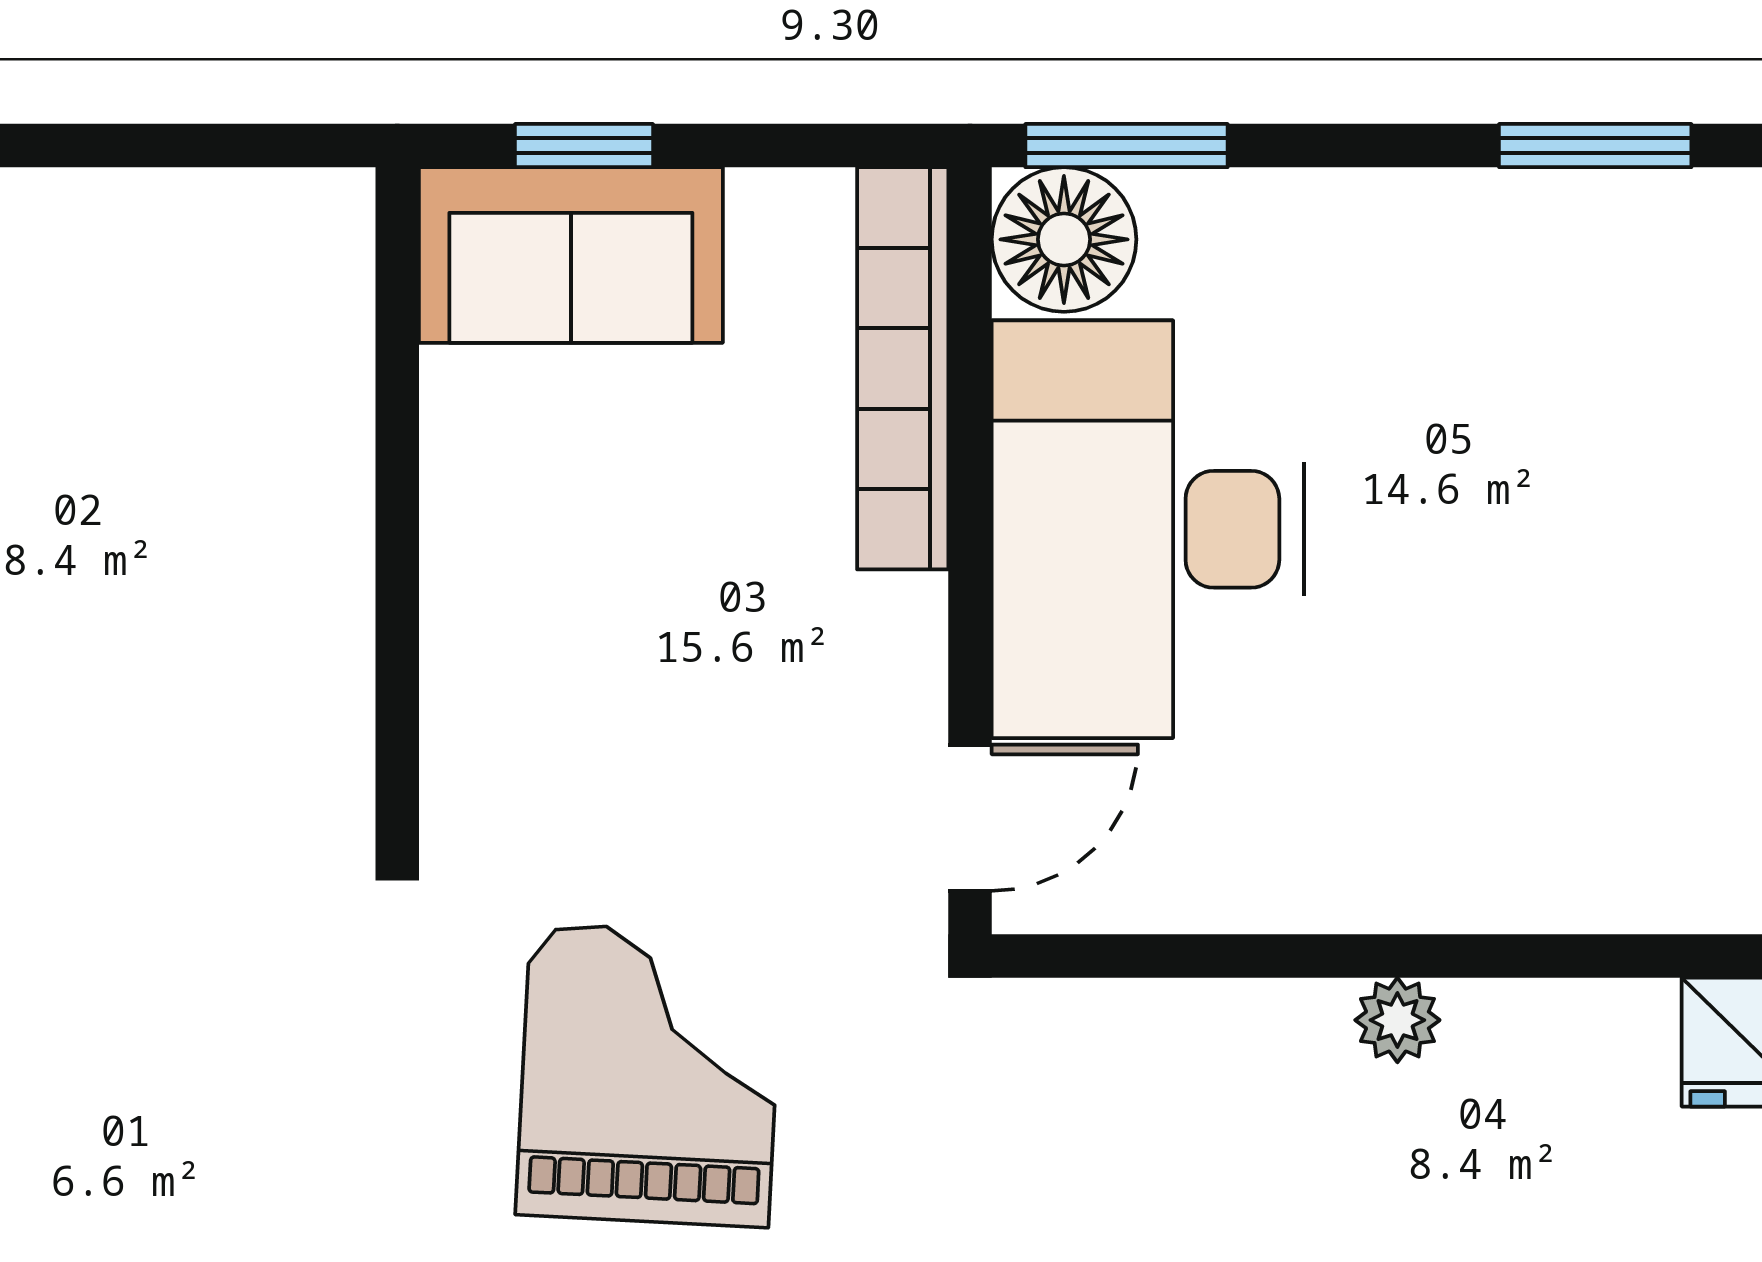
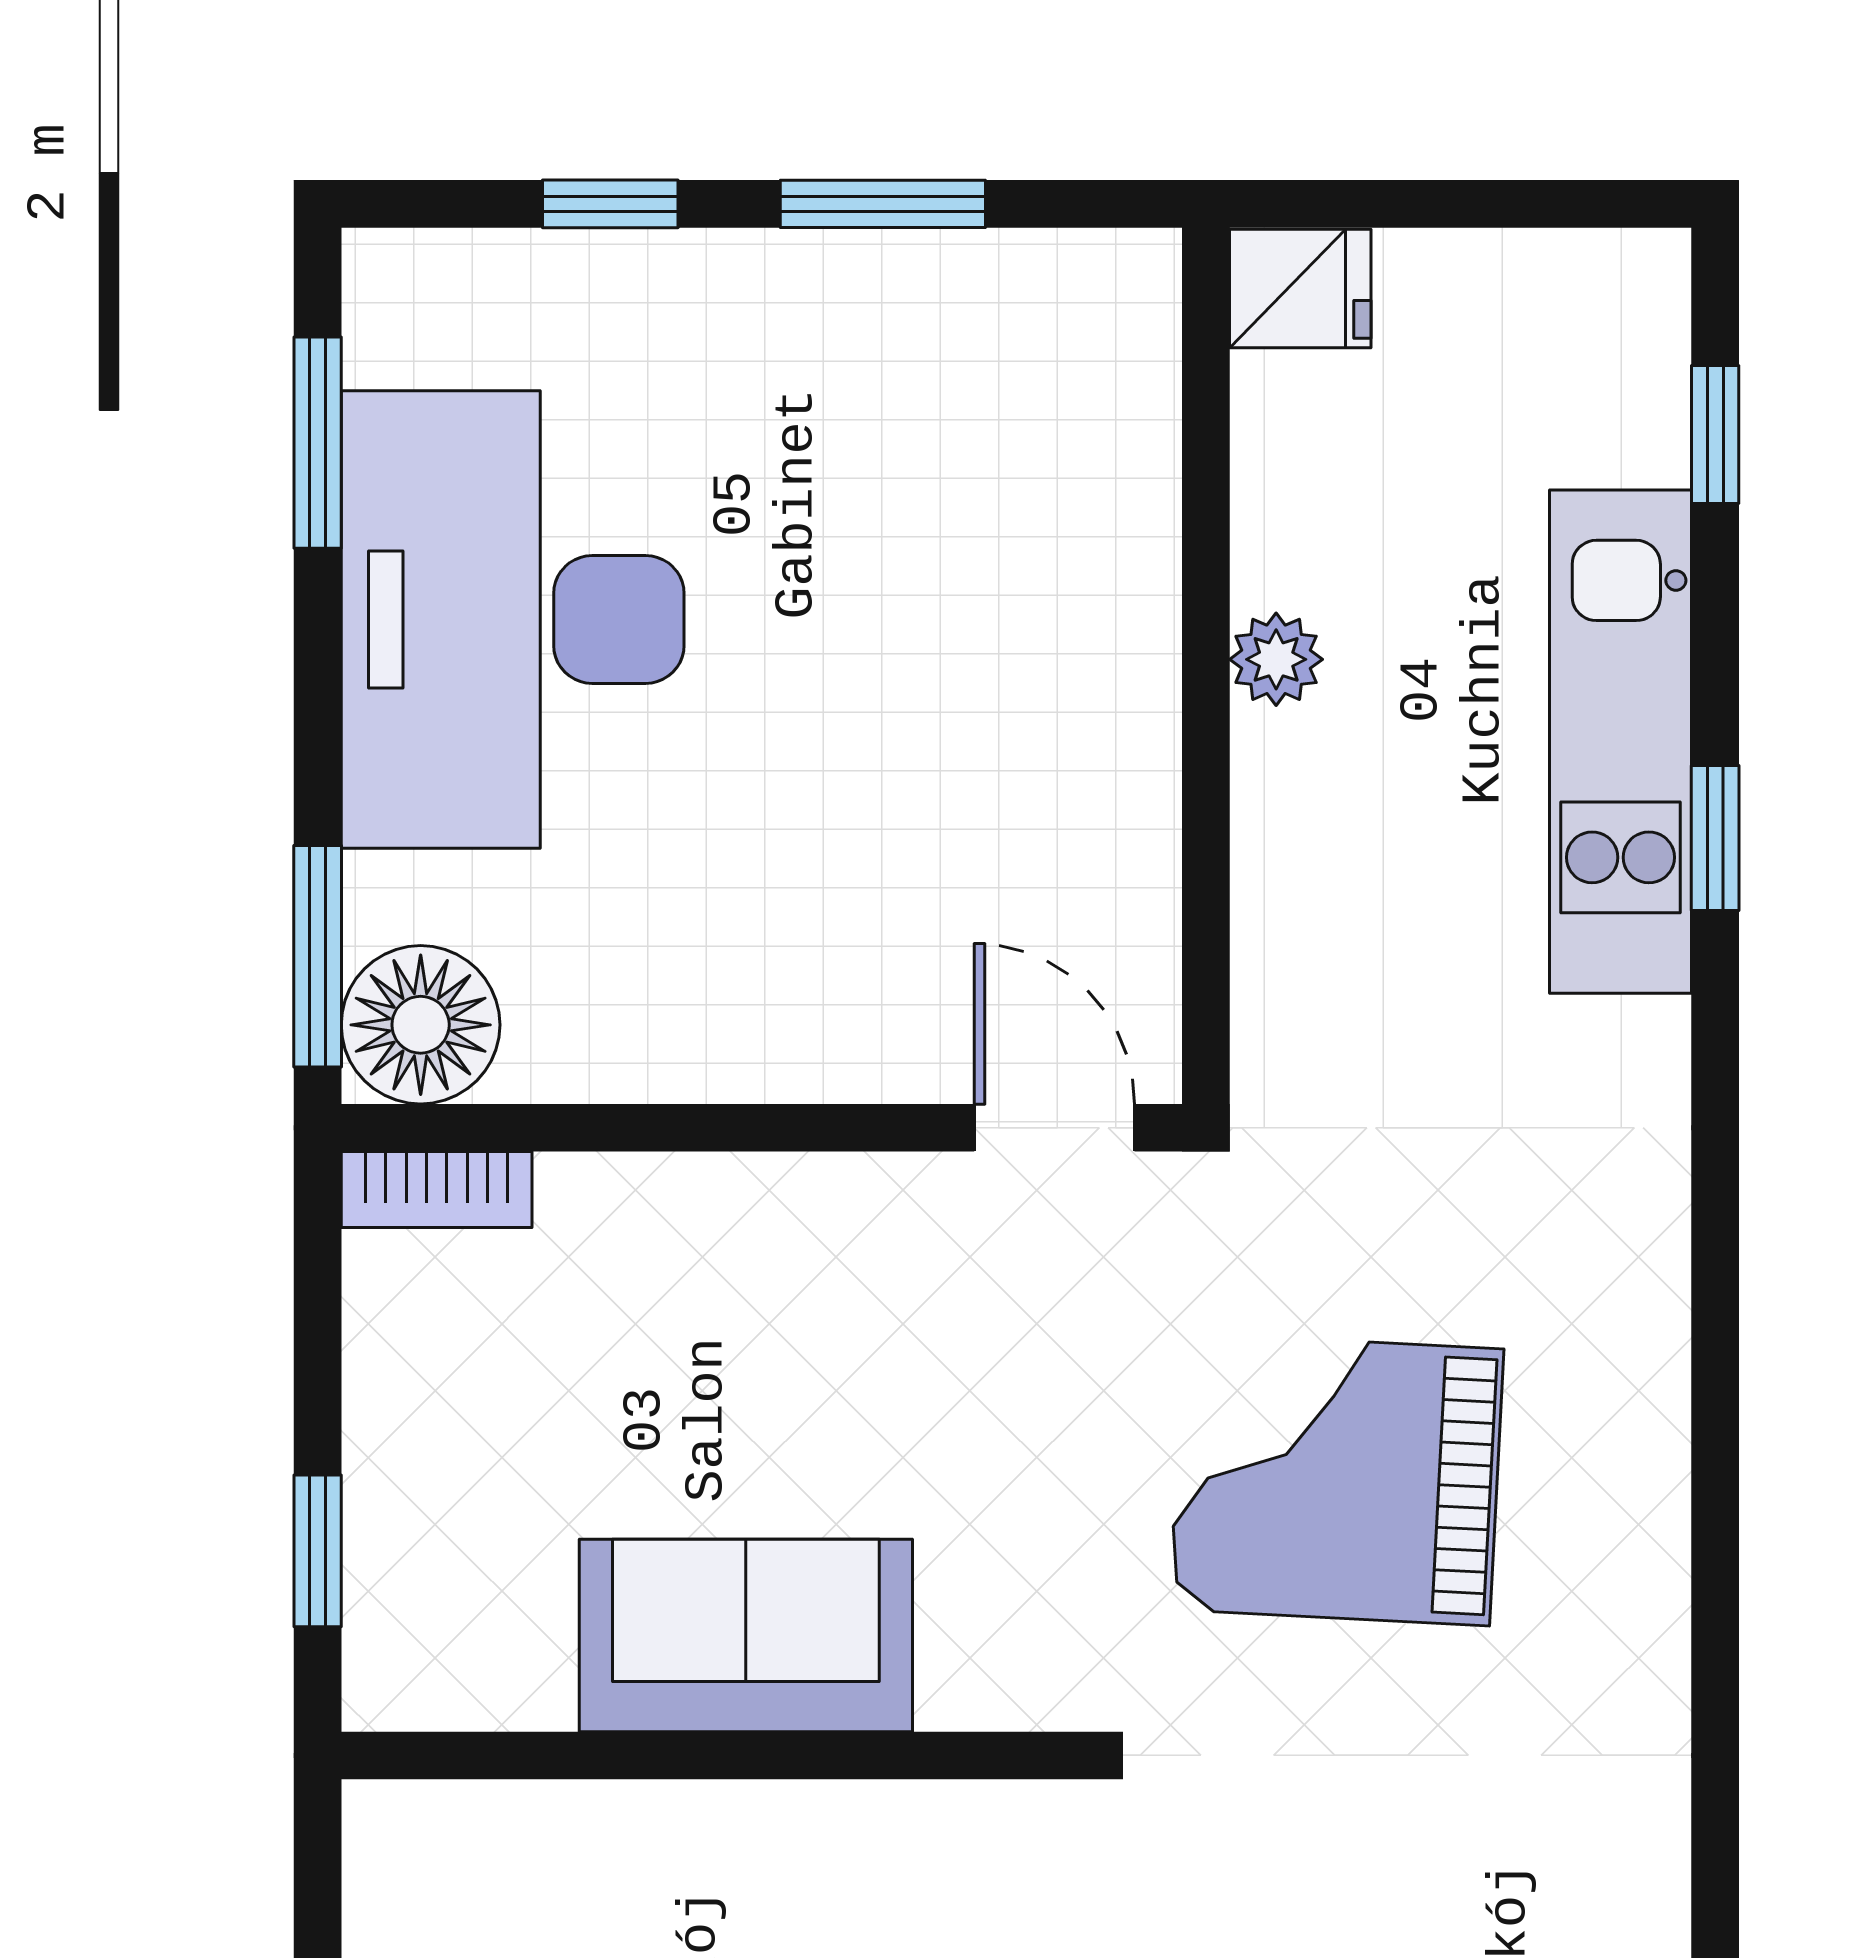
sofa: (571, 255) -> (746, 1635), moved, turned -90
bookcase: (903, 368) -> (437, 1190), width x0.43, depth x0.76
desk: (1148, 529) -> (513, 619), moved, turned 90

